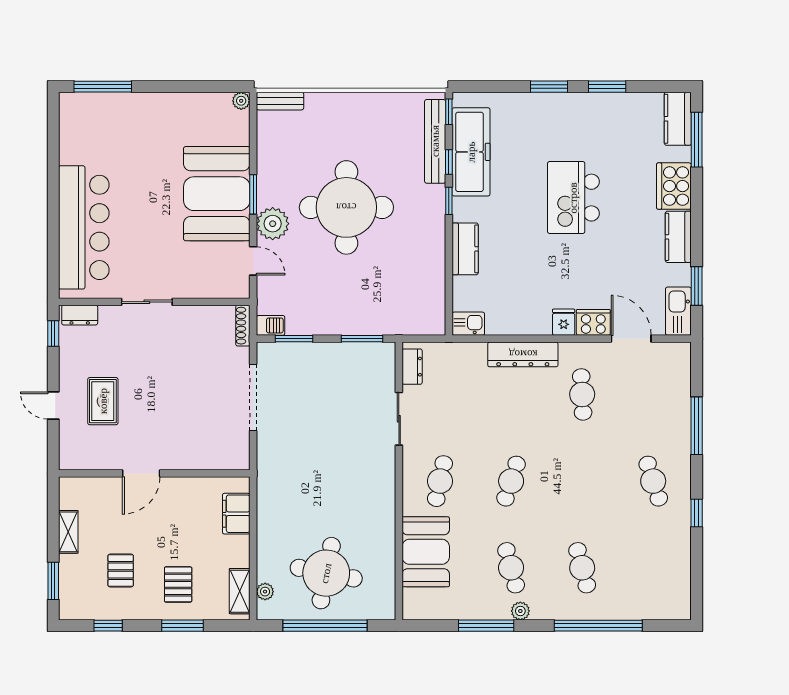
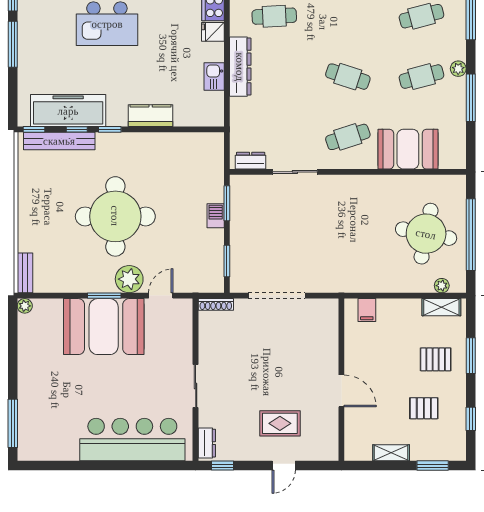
window: (549, 87) -> (13, 44), width x1.44
kitchen sink: (468, 324) -> (214, 77), moved
barbecue: (271, 325) -> (216, 216), moved
cafe table: (440, 481) -> (348, 137), turned -30
filing cabinet: (236, 514) -> (367, 310), width x0.50

